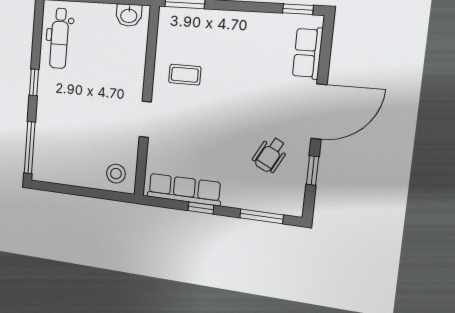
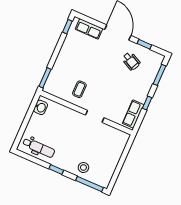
stool: (116, 174) -> (83, 168), moved
row of seats: (184, 190) -> (133, 114), width x0.68

